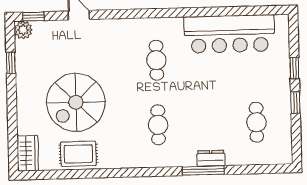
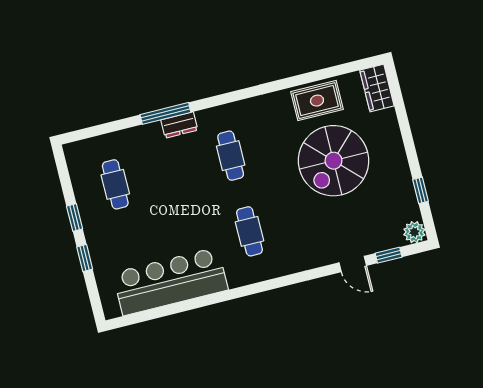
window: (33, 16) -> (389, 255), moved
spiral stairs: (76, 102) -> (333, 161), turned 180
dresser: (211, 158) -> (179, 125), moved

